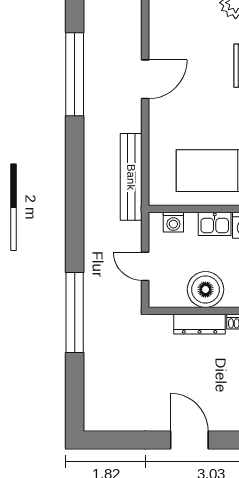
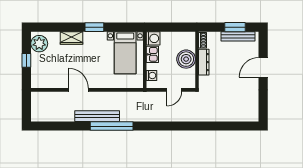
window: (75, 74) -> (112, 126), moved
bench: (131, 177) -> (97, 116), moved
window: (75, 312) -> (198, 126), removed

